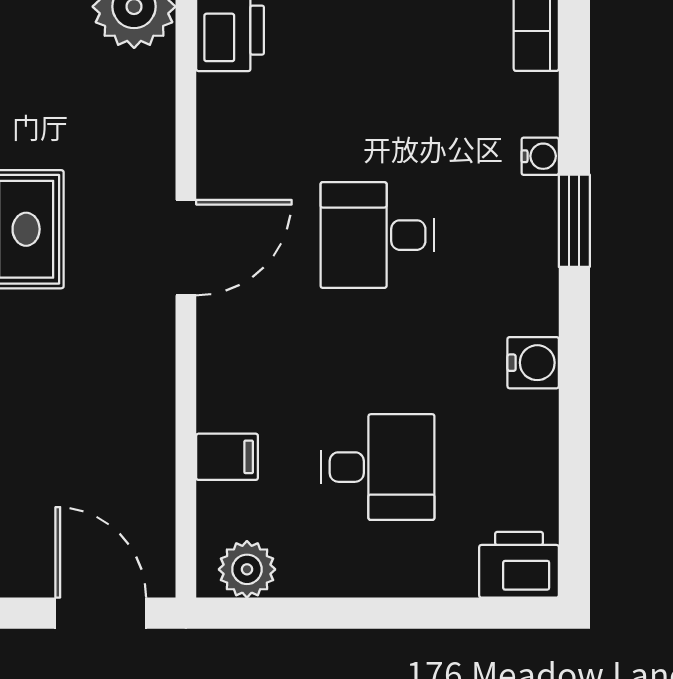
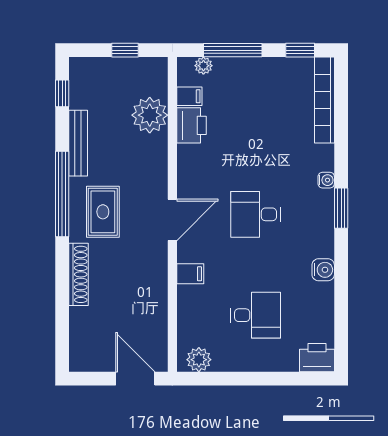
filing cabinet: (227, 457) -> (190, 274), moved

